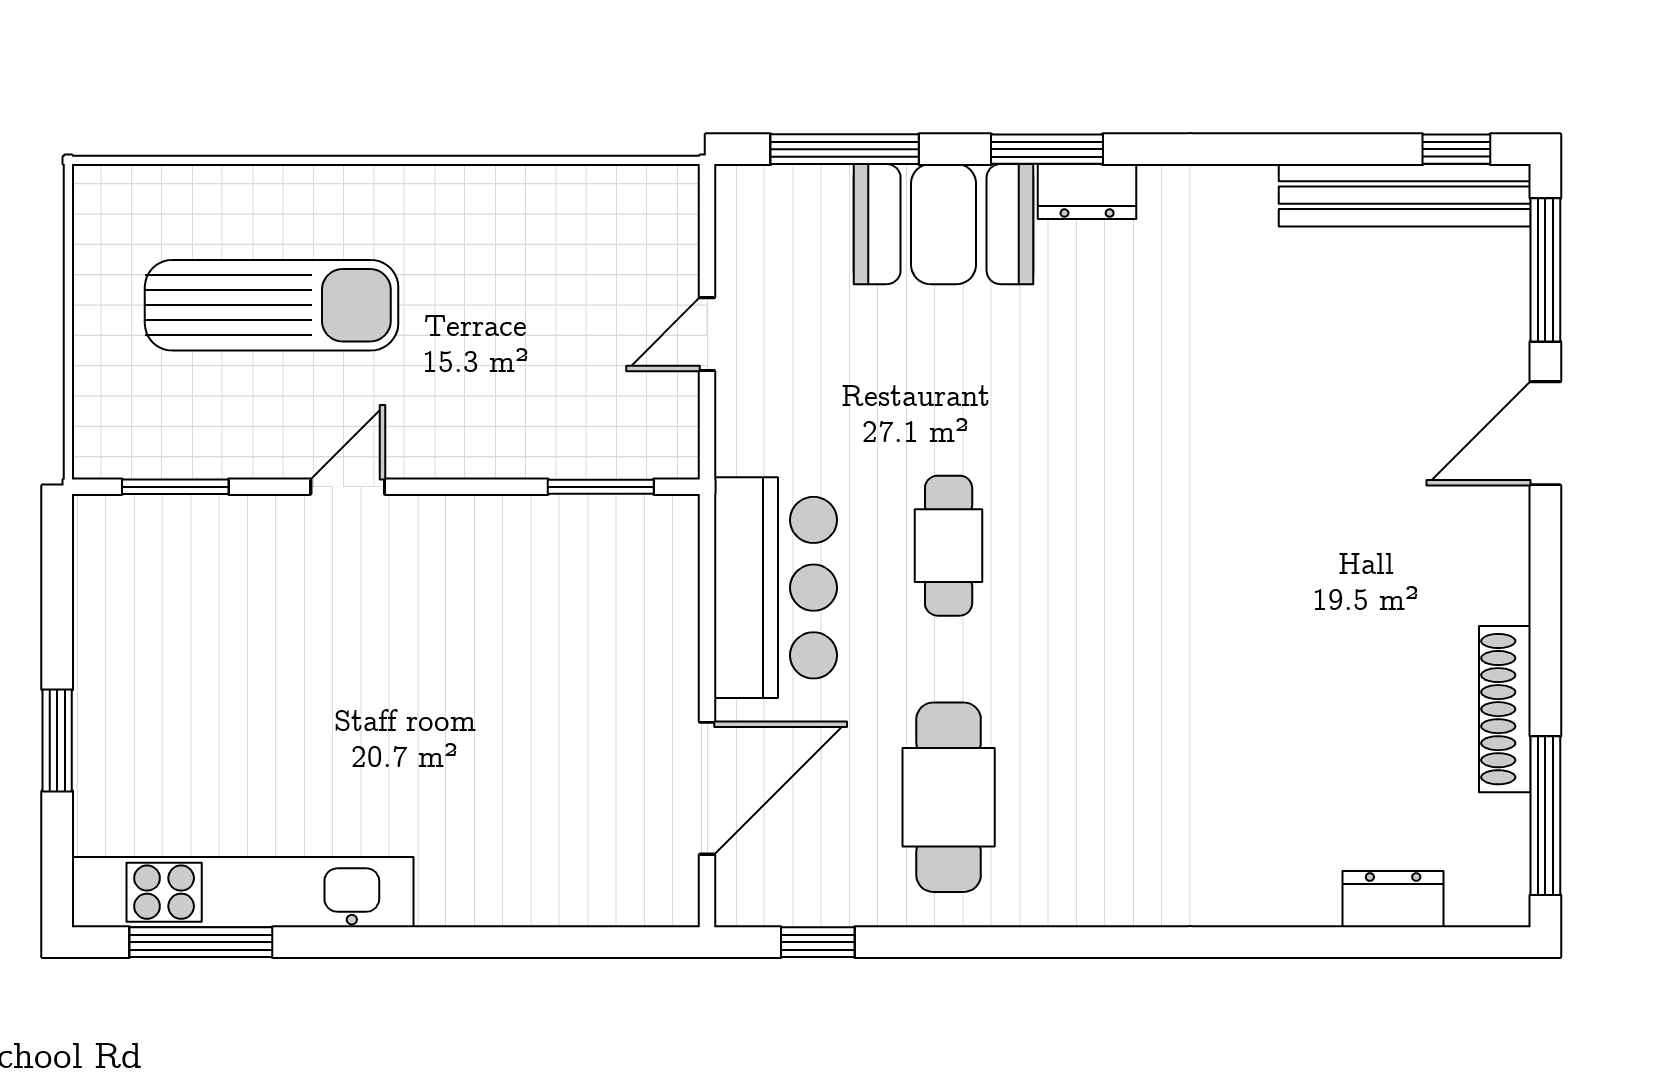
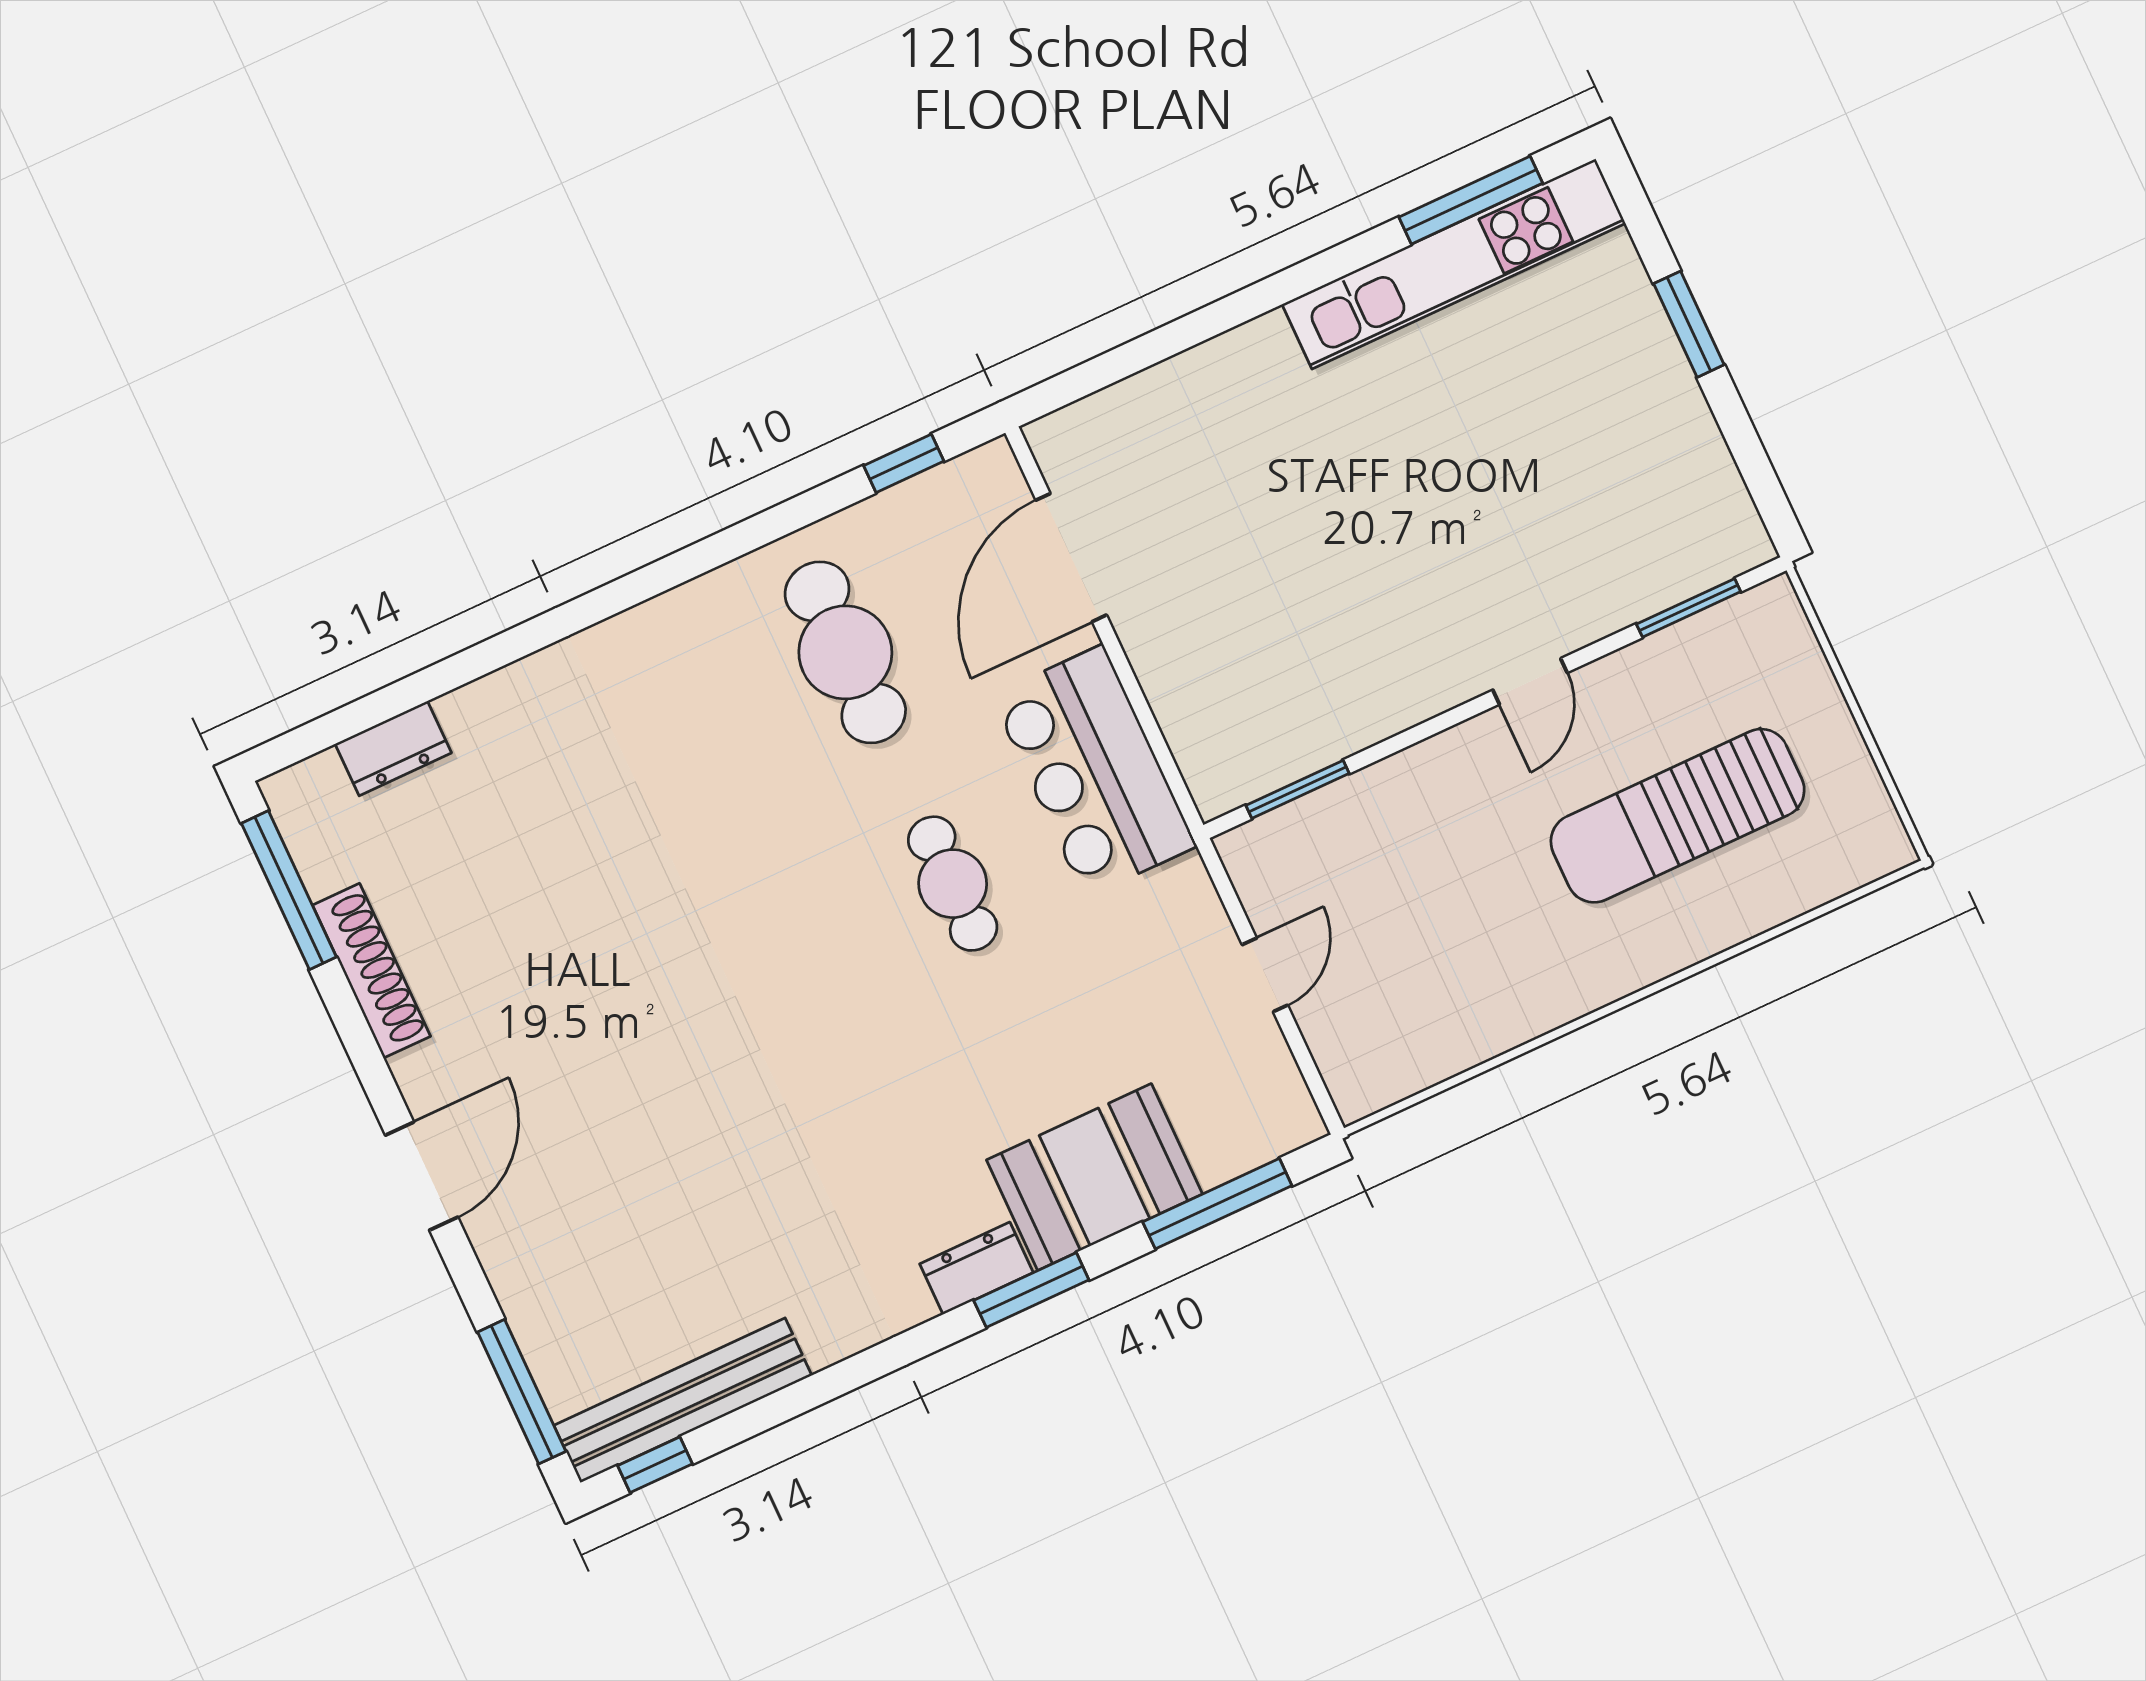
door: (1545, 433) -> (422, 1176), moved

